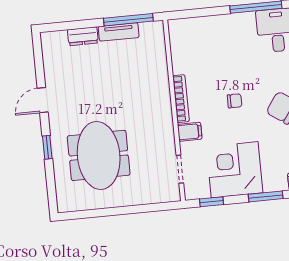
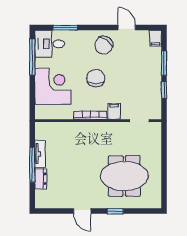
window: (128, 20) -> (32, 165), moved
chair: (235, 101) -> (96, 78), width x1.87, depth x1.87
corner desk: (235, 170) -> (53, 86), moved, turned 180
window: (212, 202) -> (164, 90), moved

